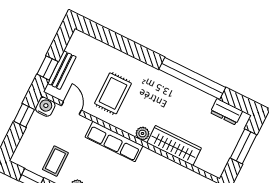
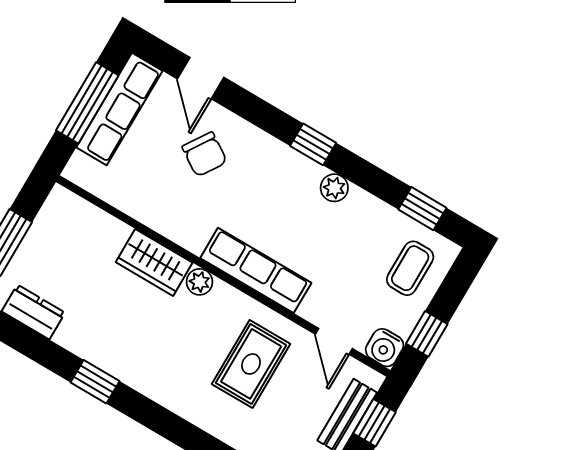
window: (192, 78) -> (95, 382), width x0.32
wardrobe: (174, 145) -> (154, 262), width x0.67
coffee table: (55, 161) -> (410, 268), moved

